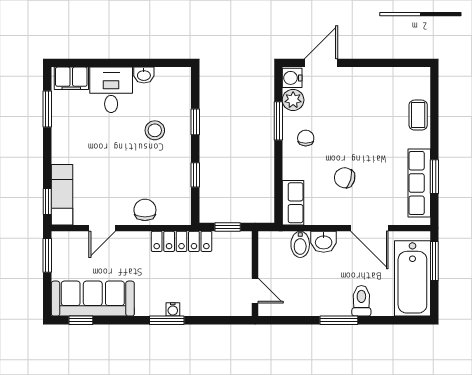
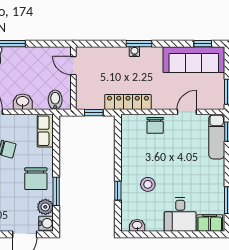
washbasin: (144, 75) -> (137, 225), moved
chair: (306, 138) -> (36, 179), width x1.87, depth x1.87
window: (195, 175) -> (118, 151), removed
bidet: (300, 244) -> (55, 100), moved

